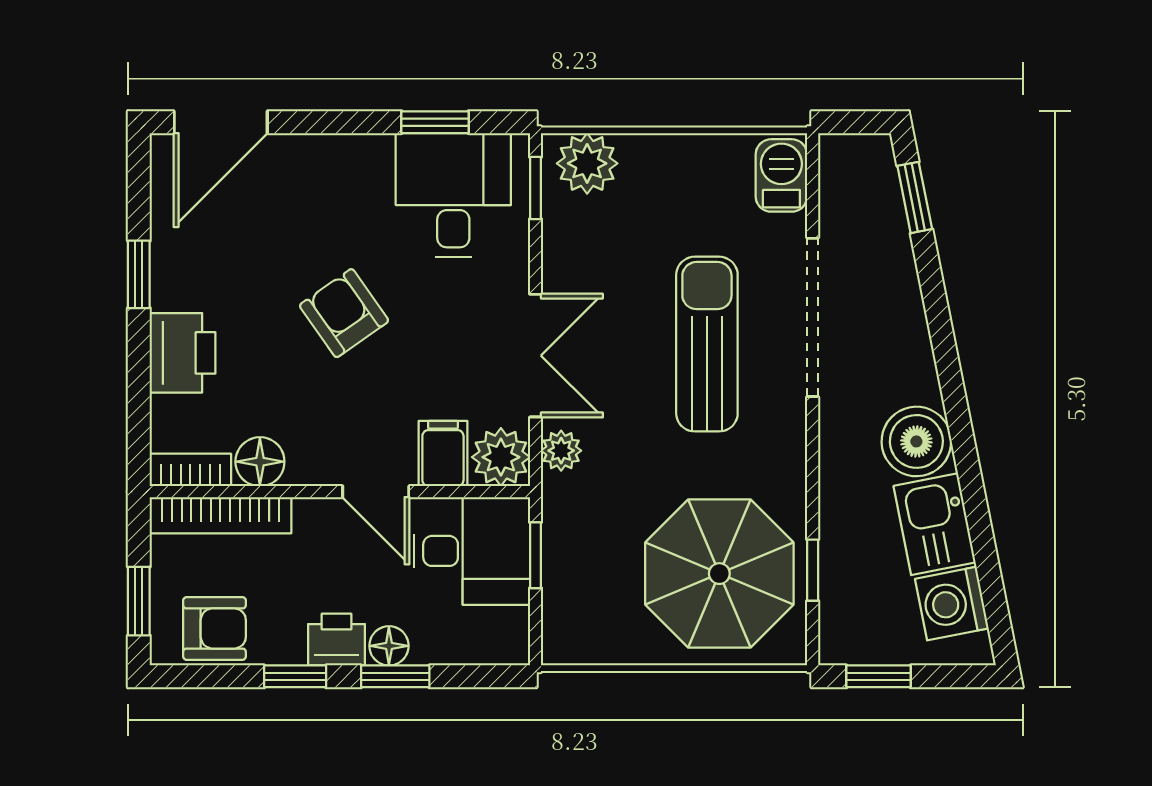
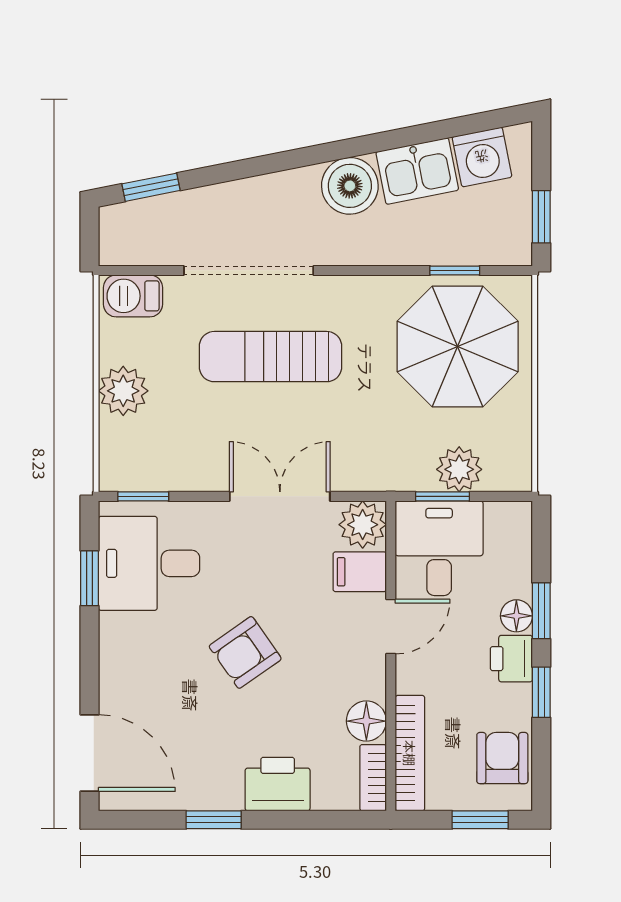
plant: (587, 163) -> (123, 391), moved
plant: (561, 451) -> (459, 469), moved, width x1.38, depth x1.38

